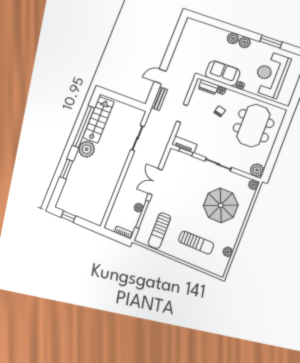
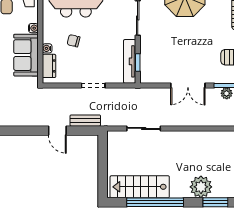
tv unit: (184, 144) -> (130, 61), width x1.41
plant: (87, 149) -> (201, 187), moved

